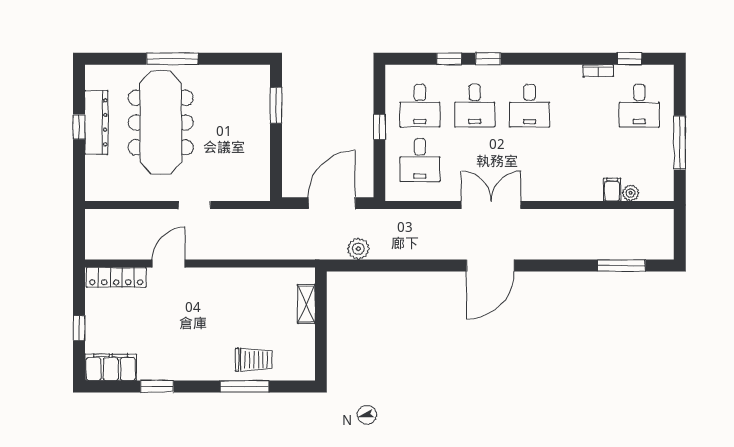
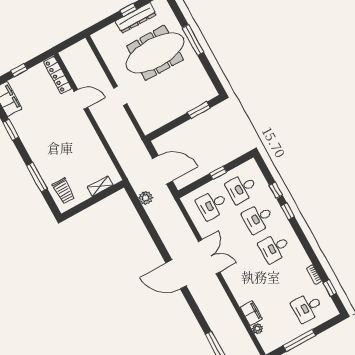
filing cabinet: (612, 190) -> (251, 313), width x2.00
trolley: (254, 360) -> (64, 191), moved

